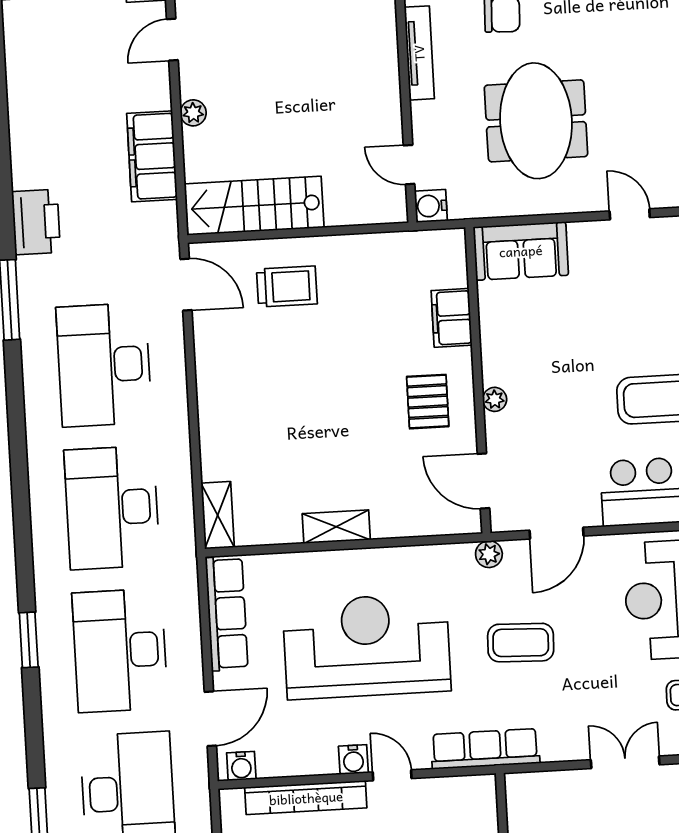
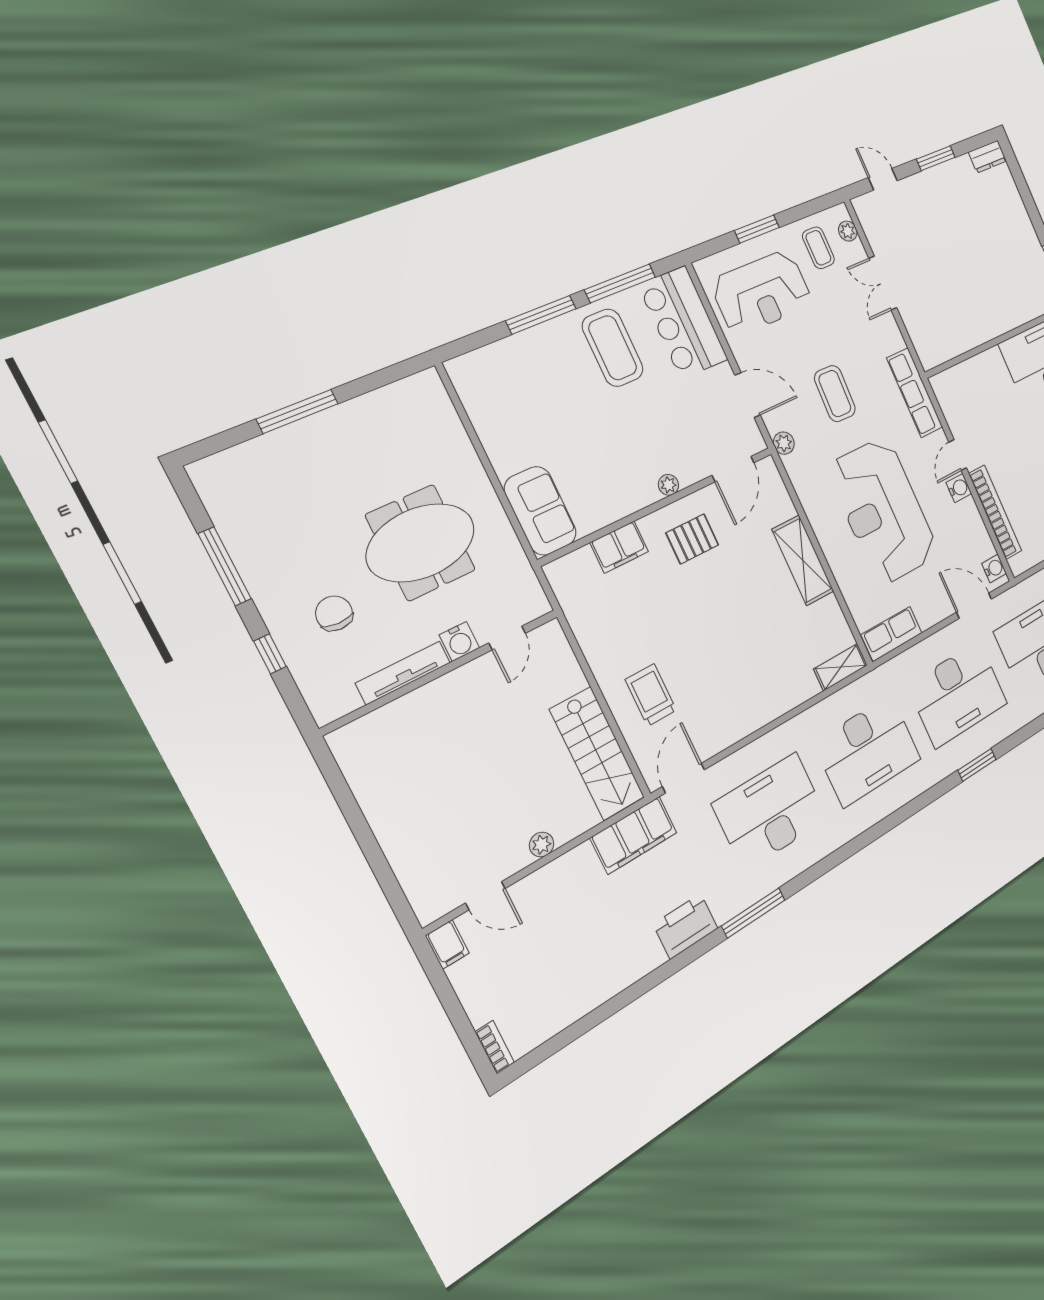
filing cabinet: (152, 156) -> (634, 835), moved
water cooler: (431, 206) -> (459, 641), moved
door: (630, 214) -> (469, 428), removed
desk: (104, 365) -> (770, 812), turned 180
shelving: (336, 527) -> (803, 560), width x1.50, depth x1.33
row of seats: (227, 614) -> (892, 634), width x0.68

